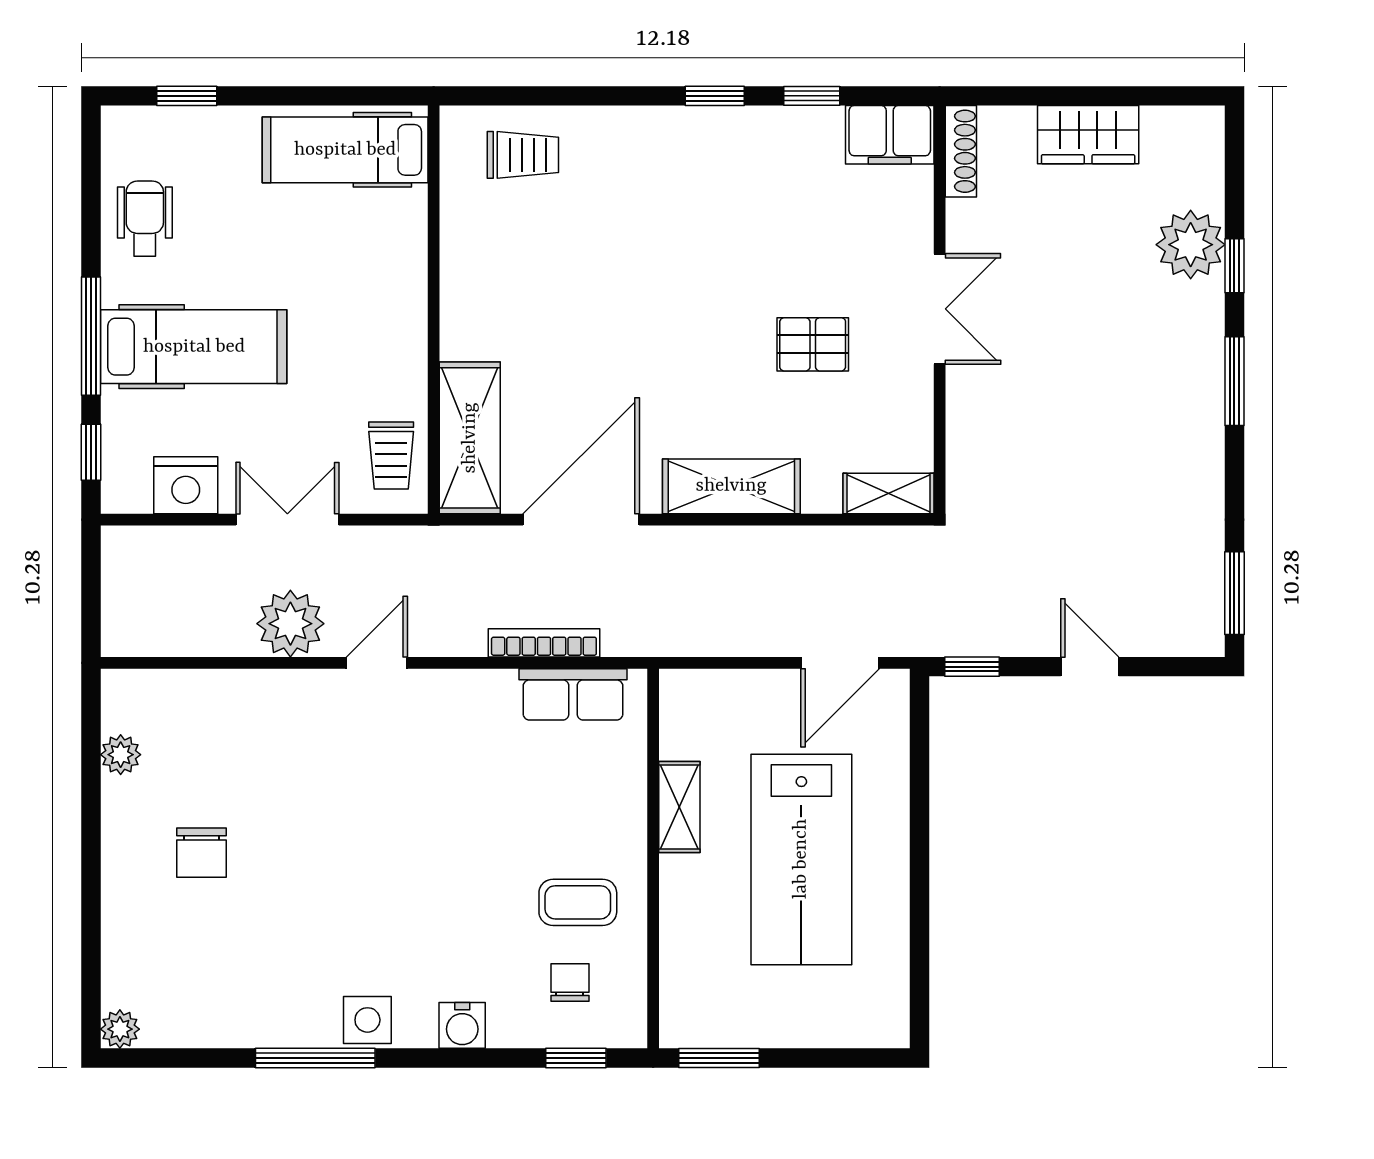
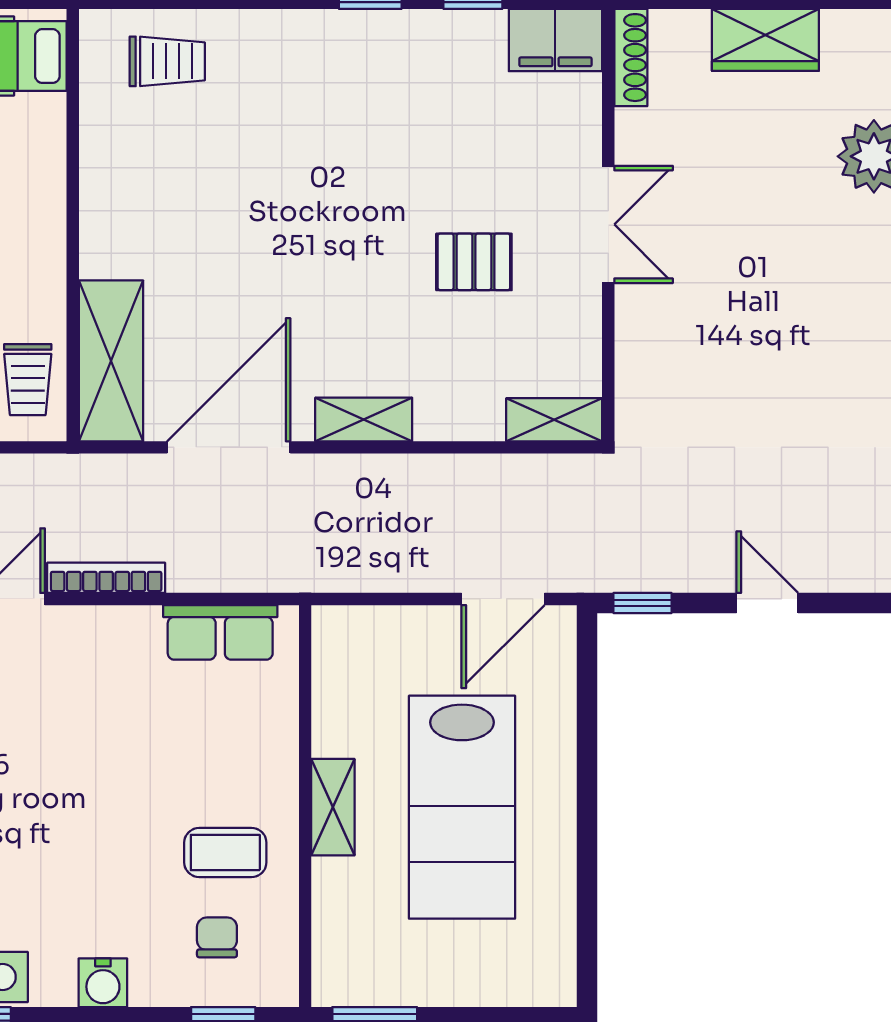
shelving: (731, 486) -> (364, 420), width x0.67, depth x0.75
bookcase: (544, 643) -> (106, 578), moved
shelving: (679, 807) -> (333, 807), moved

